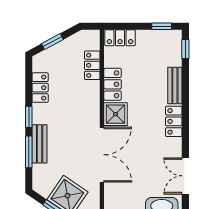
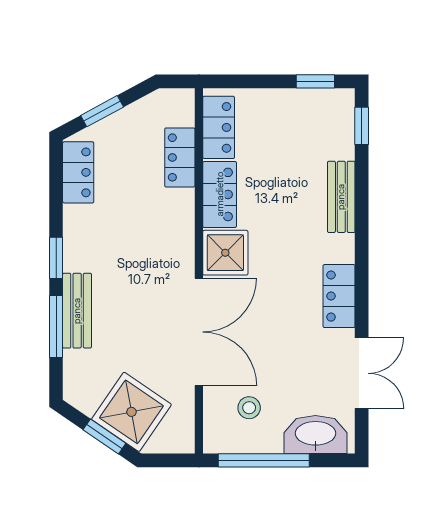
locker: (120, 38) -> (219, 127), moved, turned -90
locker: (40, 88) -> (78, 172), moved
locker: (174, 121) -> (339, 296), moved
double door: (185, 176) -> (362, 373), swing flipped
stool: (128, 194) -> (249, 408), added

